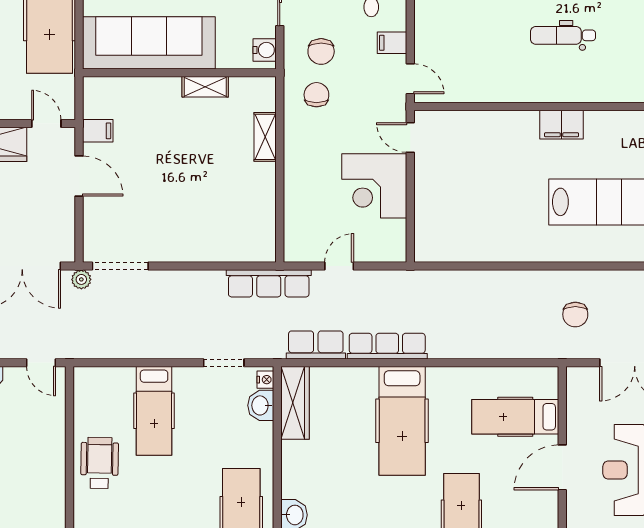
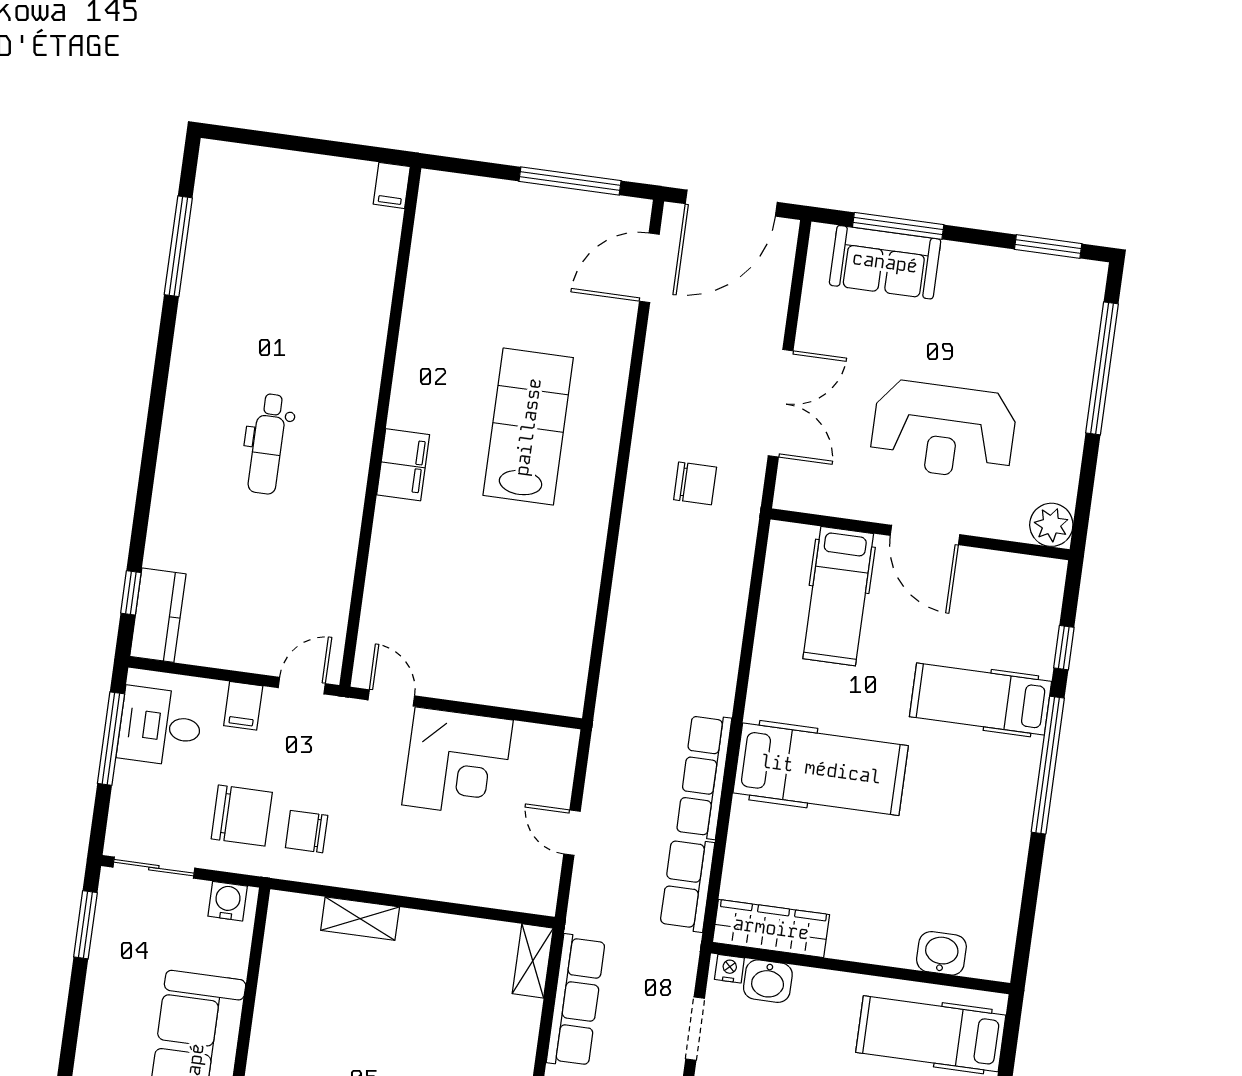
chair: (321, 51) -> (242, 816), width x1.37, depth x1.37
shelving: (205, 87) -> (533, 961), moved
door: (410, 137) -> (391, 698), swing flipped
row of seats: (269, 283) -> (576, 1001), moved

